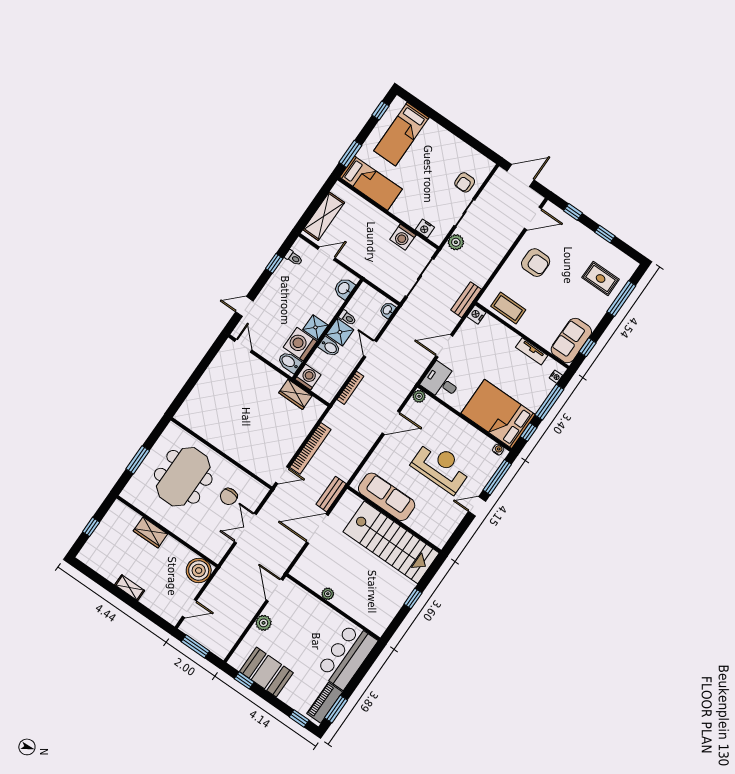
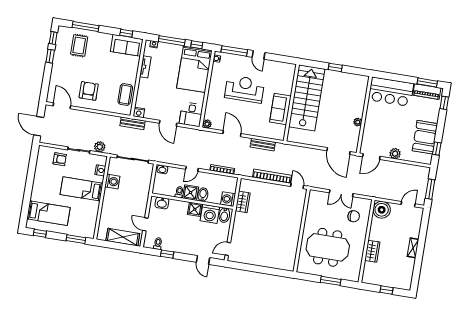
bed: (371, 183) -> (82, 189), moved, turned -90
window: (573, 212) -> (53, 38), moved
reception desk: (441, 467) -> (245, 89), turned 90
bench: (331, 494) -> (263, 145), moved
chair: (229, 496) -> (354, 216), moved
sofa: (387, 497) -> (280, 109), width x0.73
door: (317, 529) -> (338, 151), moved
door: (189, 608) -> (408, 204), hinge flipped

